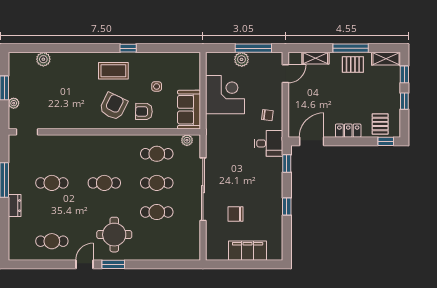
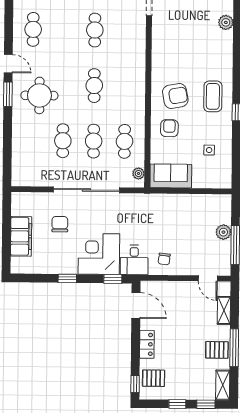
pallet: (353, 64) -> (217, 350), turned 90
side table: (157, 86) -> (209, 150), moved
corner desk: (225, 95) -> (99, 254), moved, turned 180
armchair: (113, 106) -> (175, 96), turned -37

